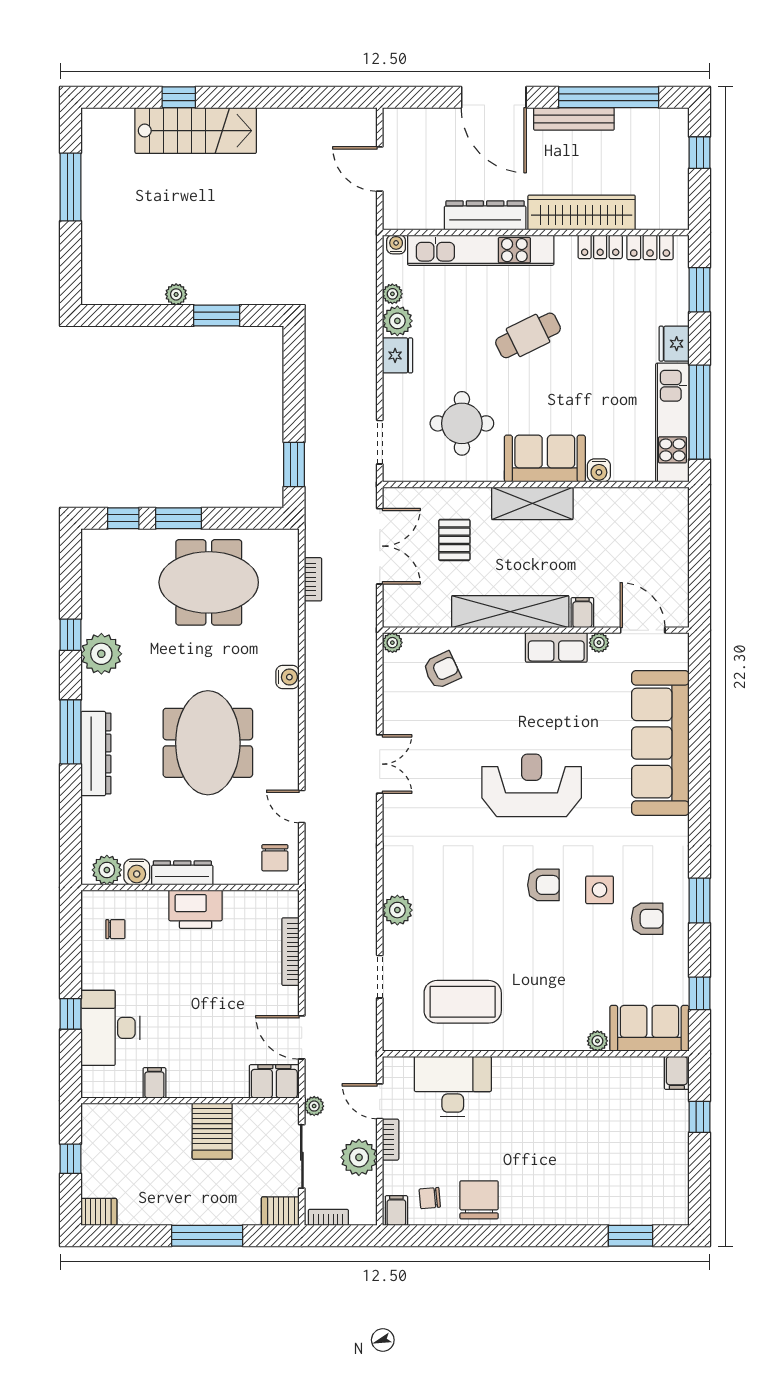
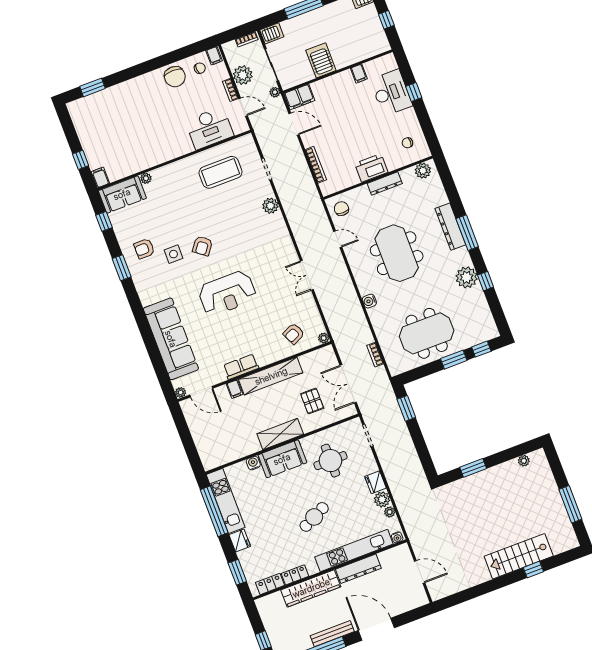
plant: (176, 294) -> (524, 461), moved
plant: (599, 643) -> (181, 392), moved
water cooler: (137, 872) -> (408, 175), removed
armchair: (543, 885) -> (202, 246), turned -53

